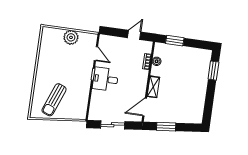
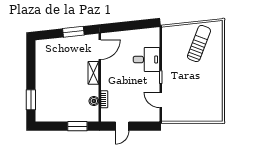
plant: (71, 37) -> (190, 114), removed
desk: (105, 79) -> (146, 59), moved
sliding door: (113, 125) -> (132, 25), removed

